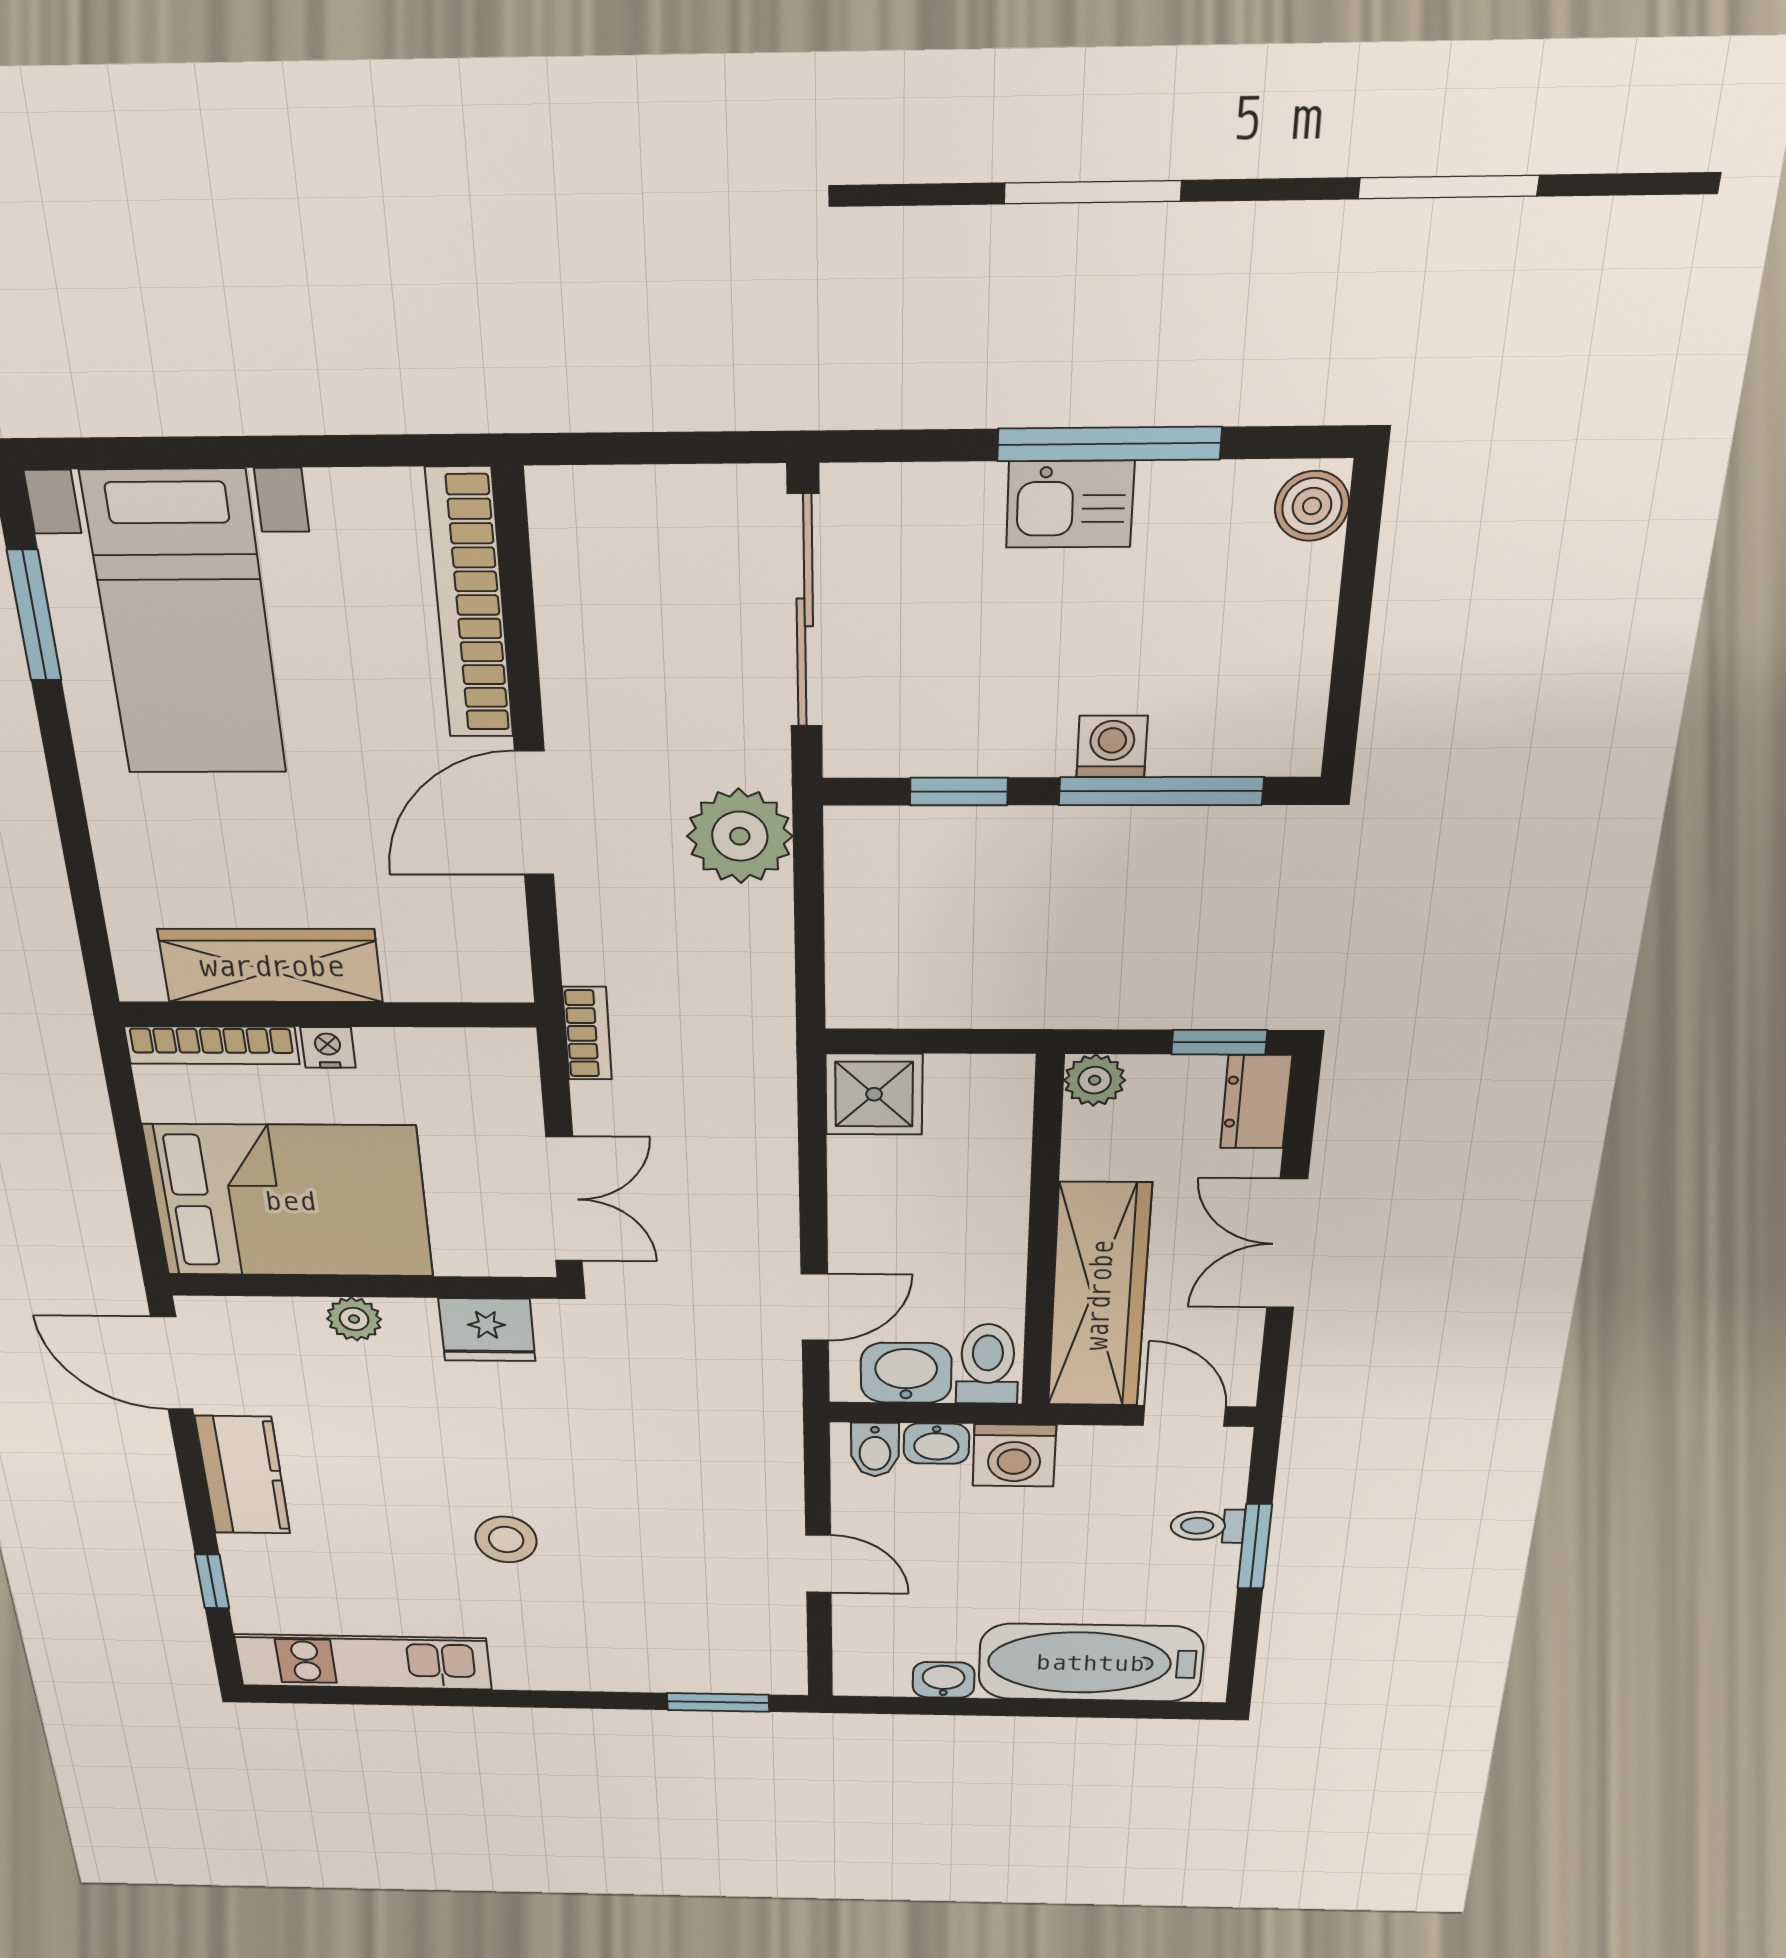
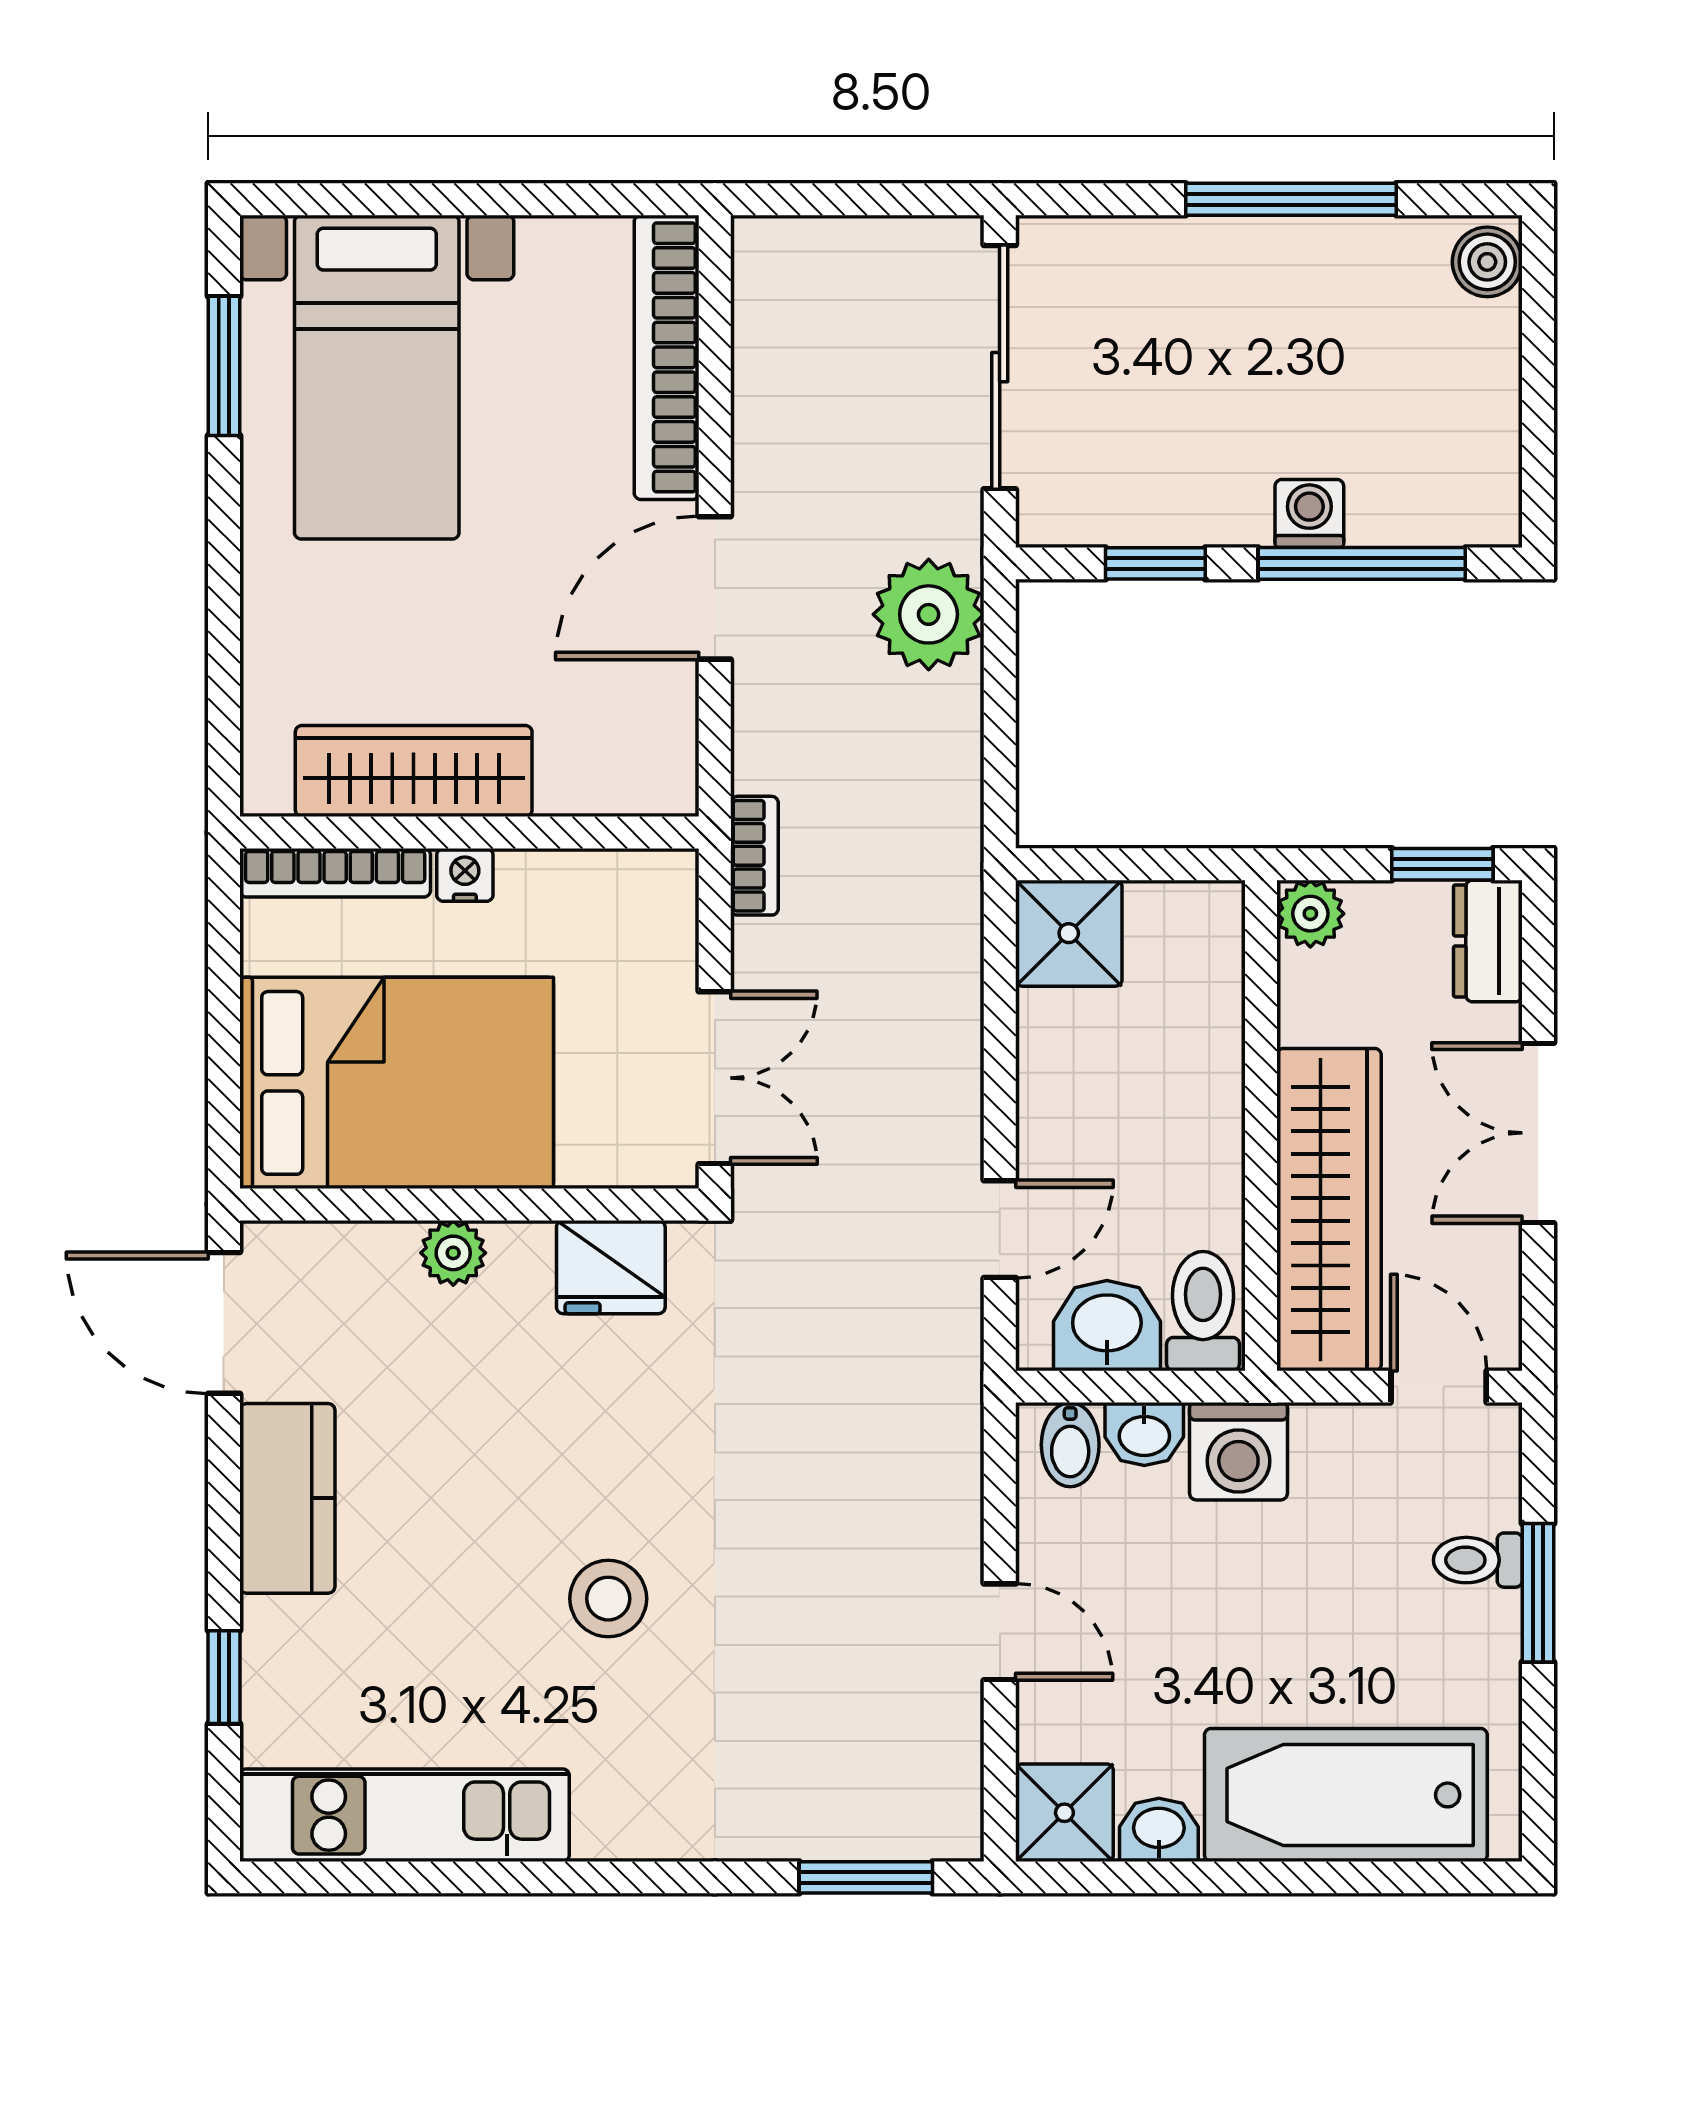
kitchen sink: (1070, 504) -> (1256, 258), removed
shower: (870, 1669) -> (1064, 1813), added

